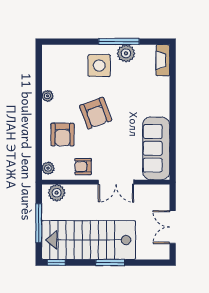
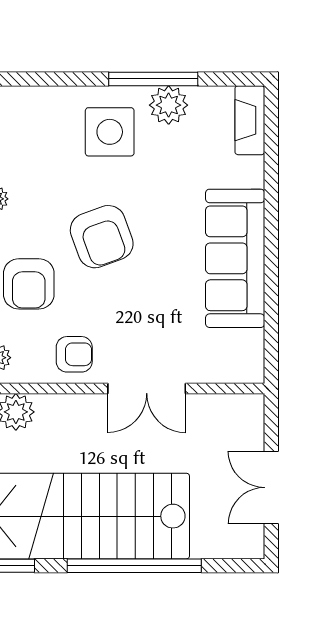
sofa: (156, 148) -> (235, 258), moved
armchair: (83, 167) -> (74, 354), turned 180
window: (110, 263) -> (134, 566), width x2.11

